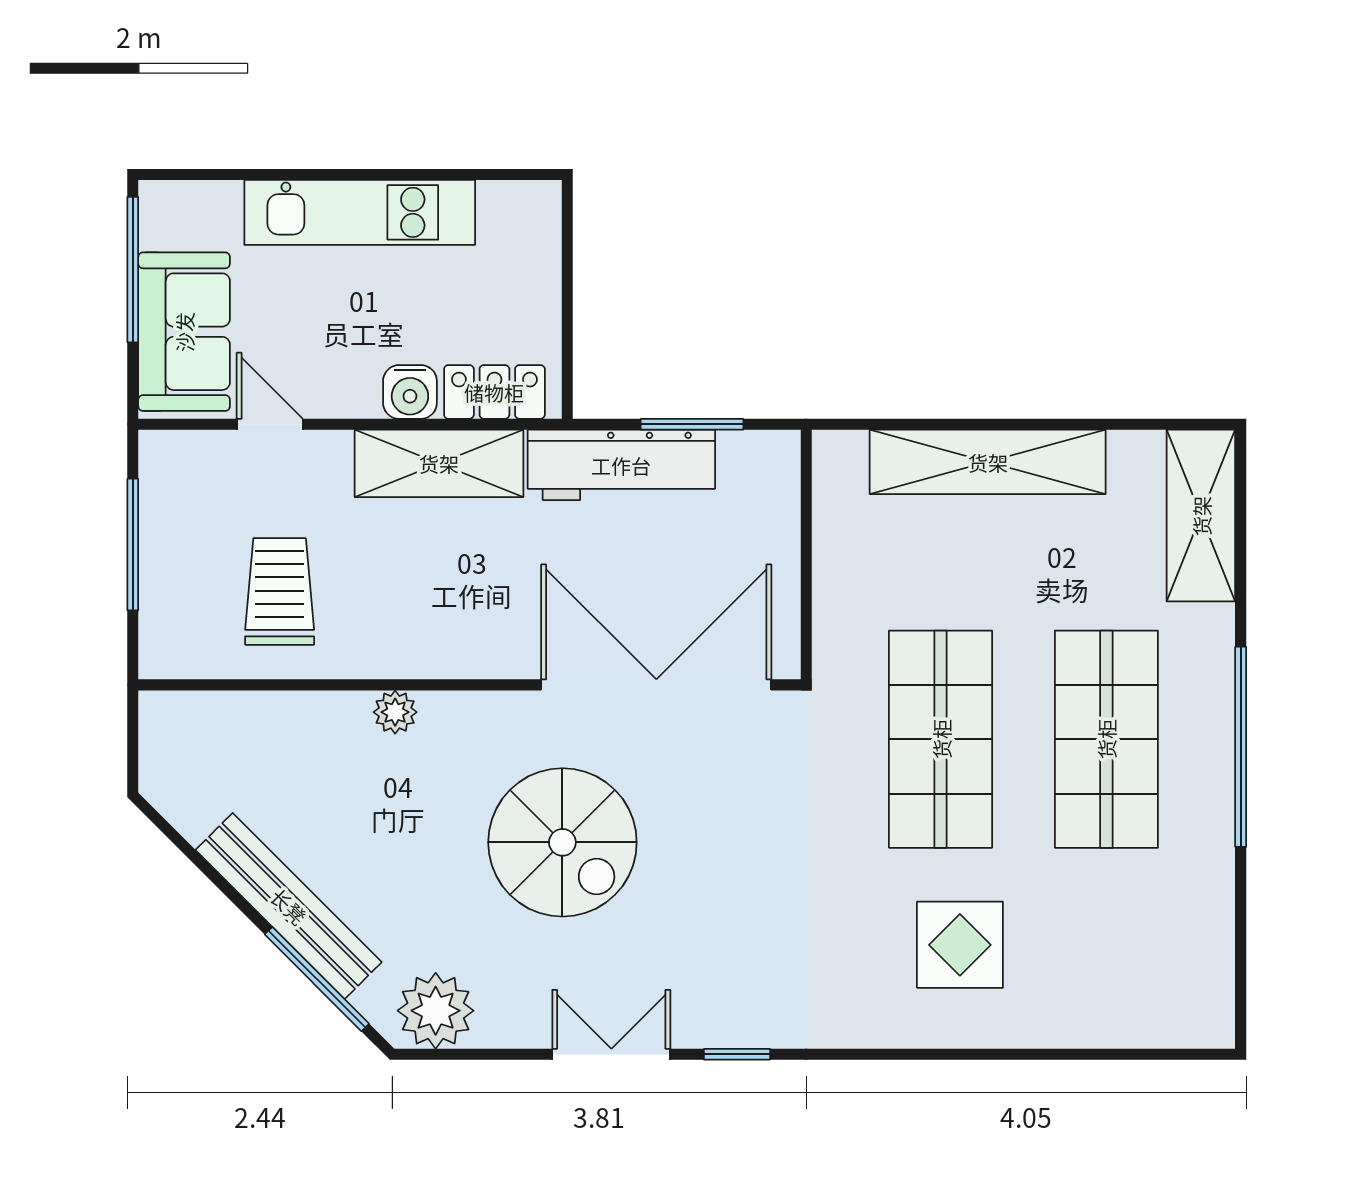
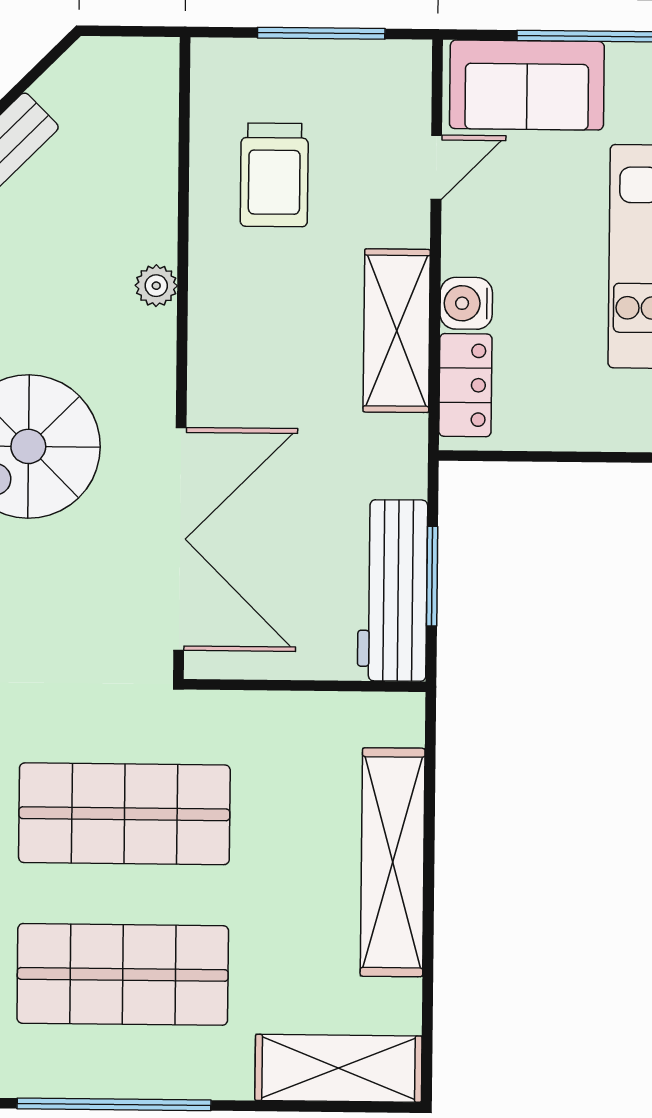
workbench: (621, 465) -> (393, 590), moved
trolley: (280, 591) -> (274, 175), turned 90

